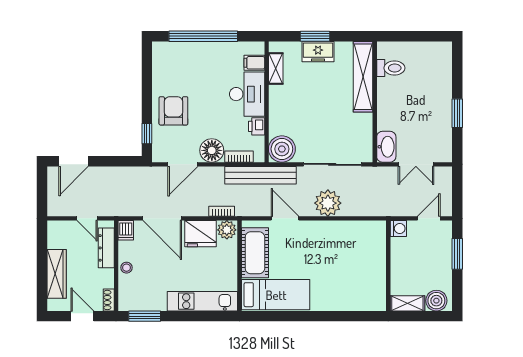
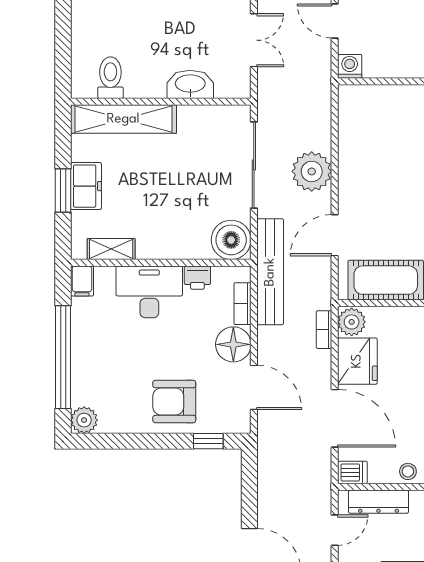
plant: (161, 50) -> (84, 420), added
filing cabinet: (254, 63) -> (82, 281), moved
washbasin: (386, 147) -> (190, 84), moved
door: (162, 218) -> (335, 418), hinge flipped

